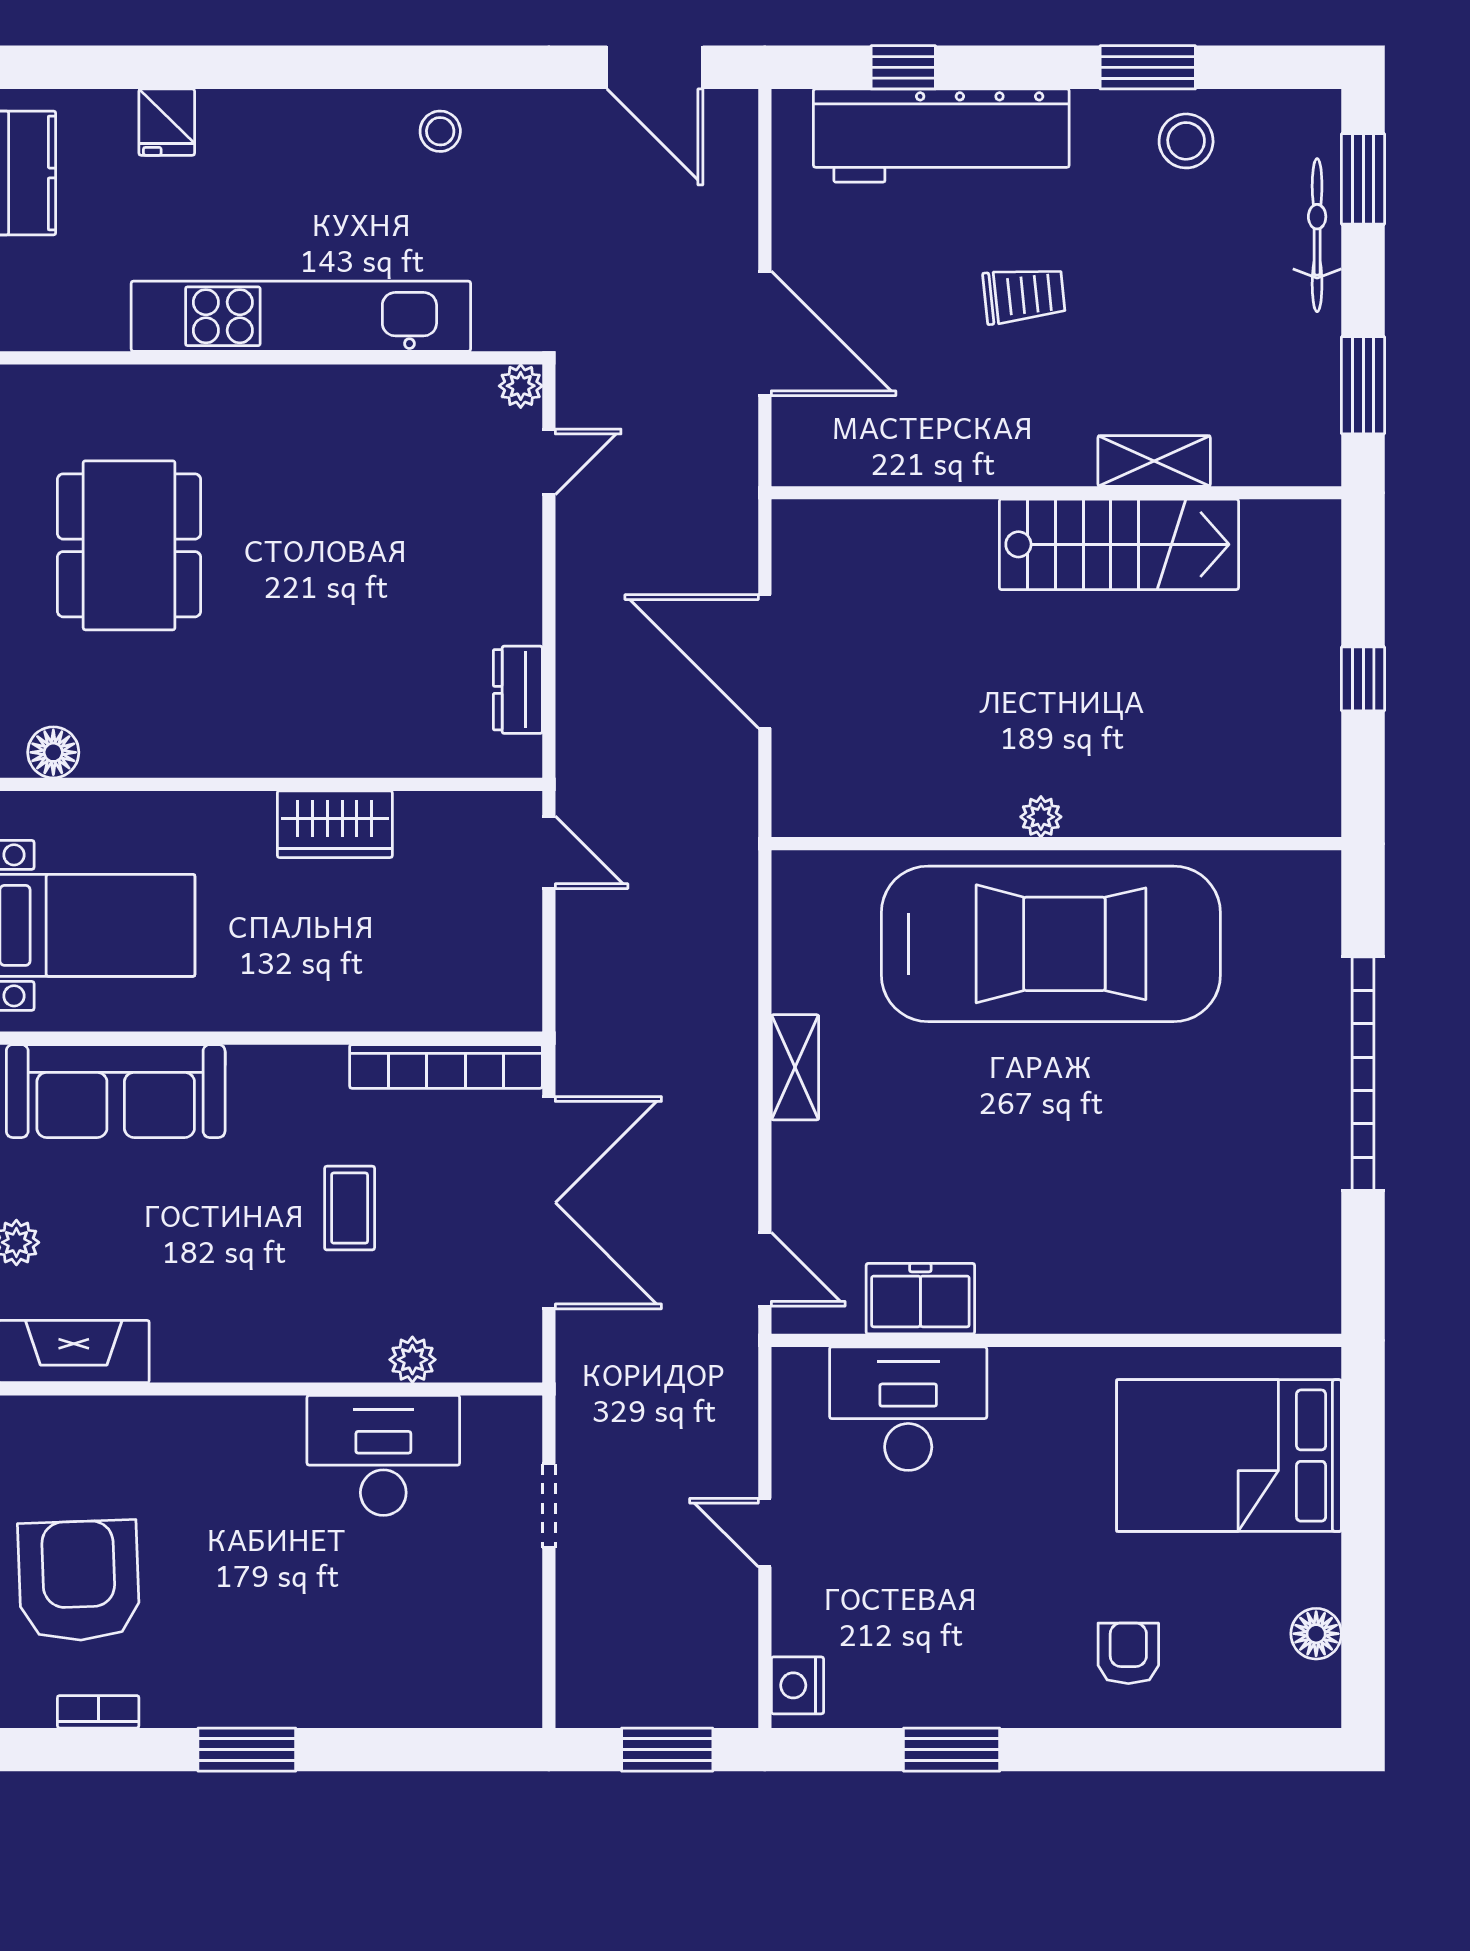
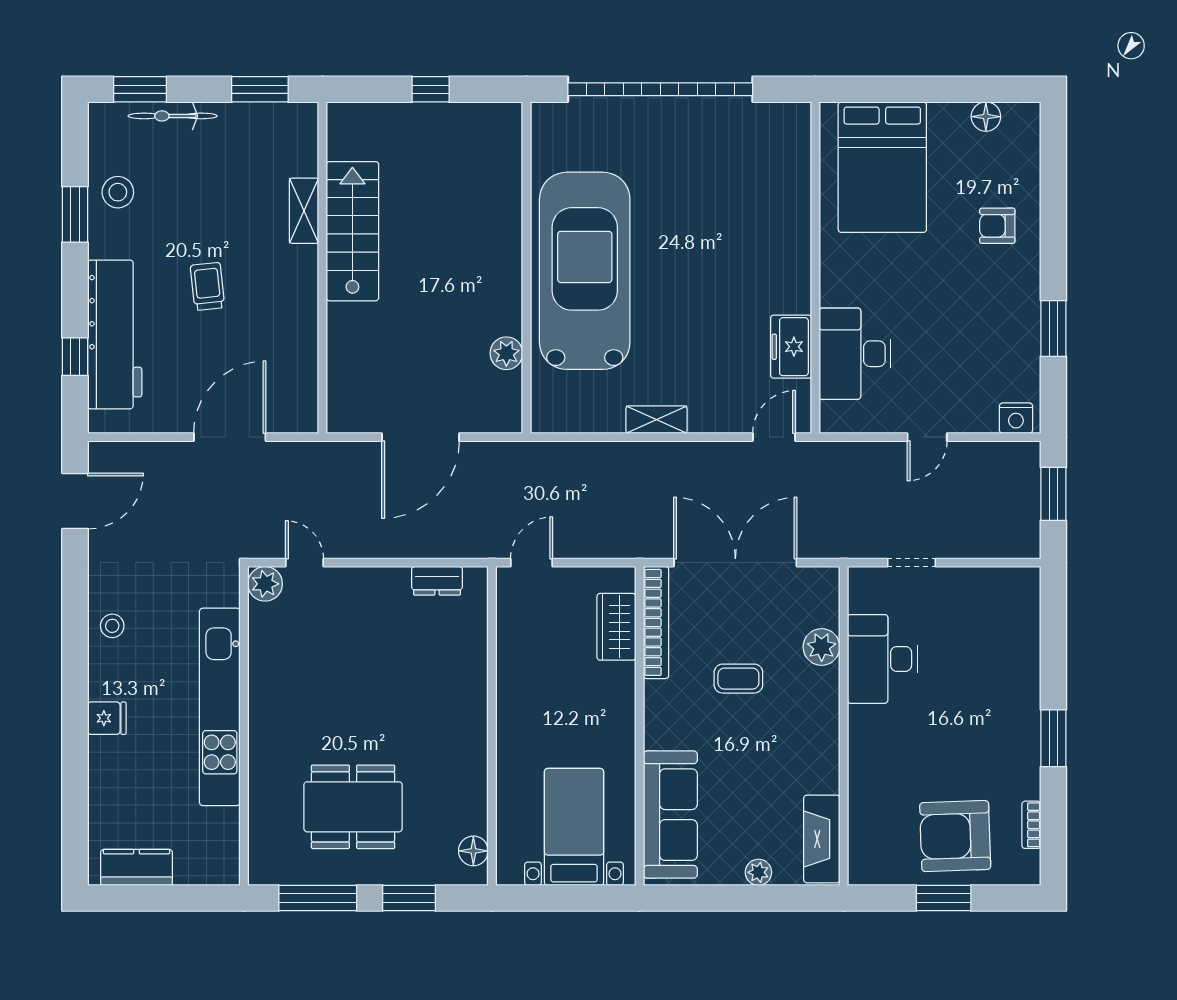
fridge: (167, 122) -> (107, 718), moved
plant: (521, 386) -> (265, 584), width x1.38, depth x1.38
plant: (1041, 817) -> (506, 353), moved, width x1.38, depth x1.38
wardrobe: (335, 824) -> (616, 627), moved, turned 180
garage door: (1363, 1074) -> (660, 89), width x1.36
plant: (412, 1360) -> (822, 647), width x1.38, depth x1.38

